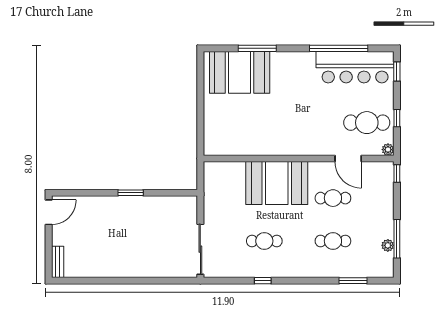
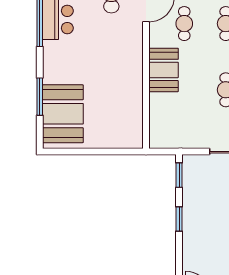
booth: (277, 183) -> (164, 70), width x0.73, depth x0.70
window: (176, 193) -> (179, 175), added

